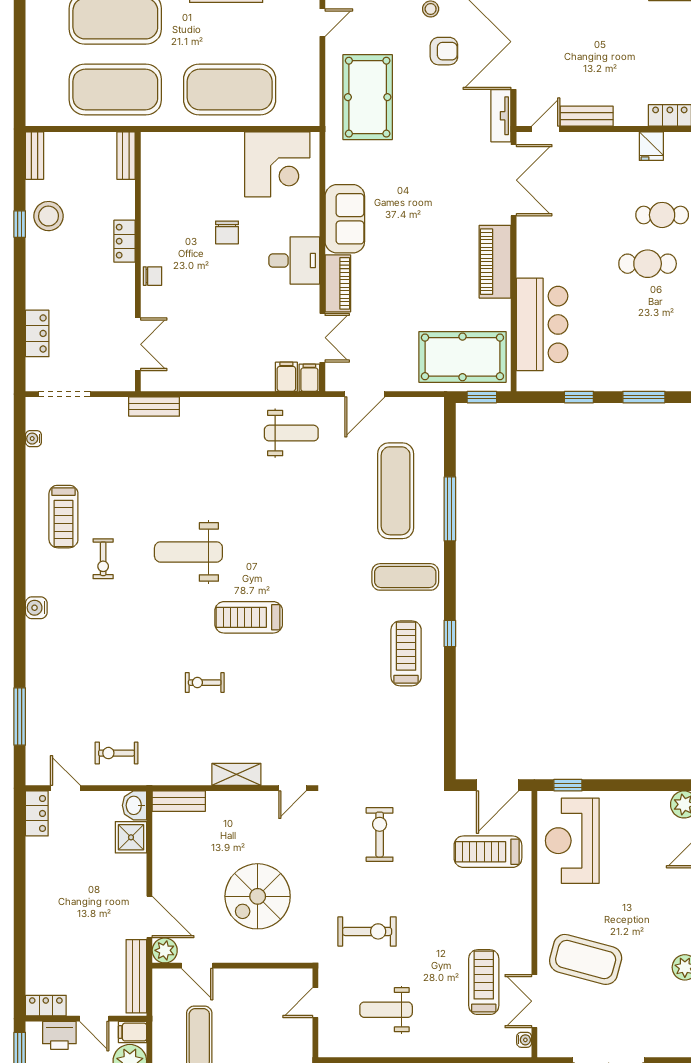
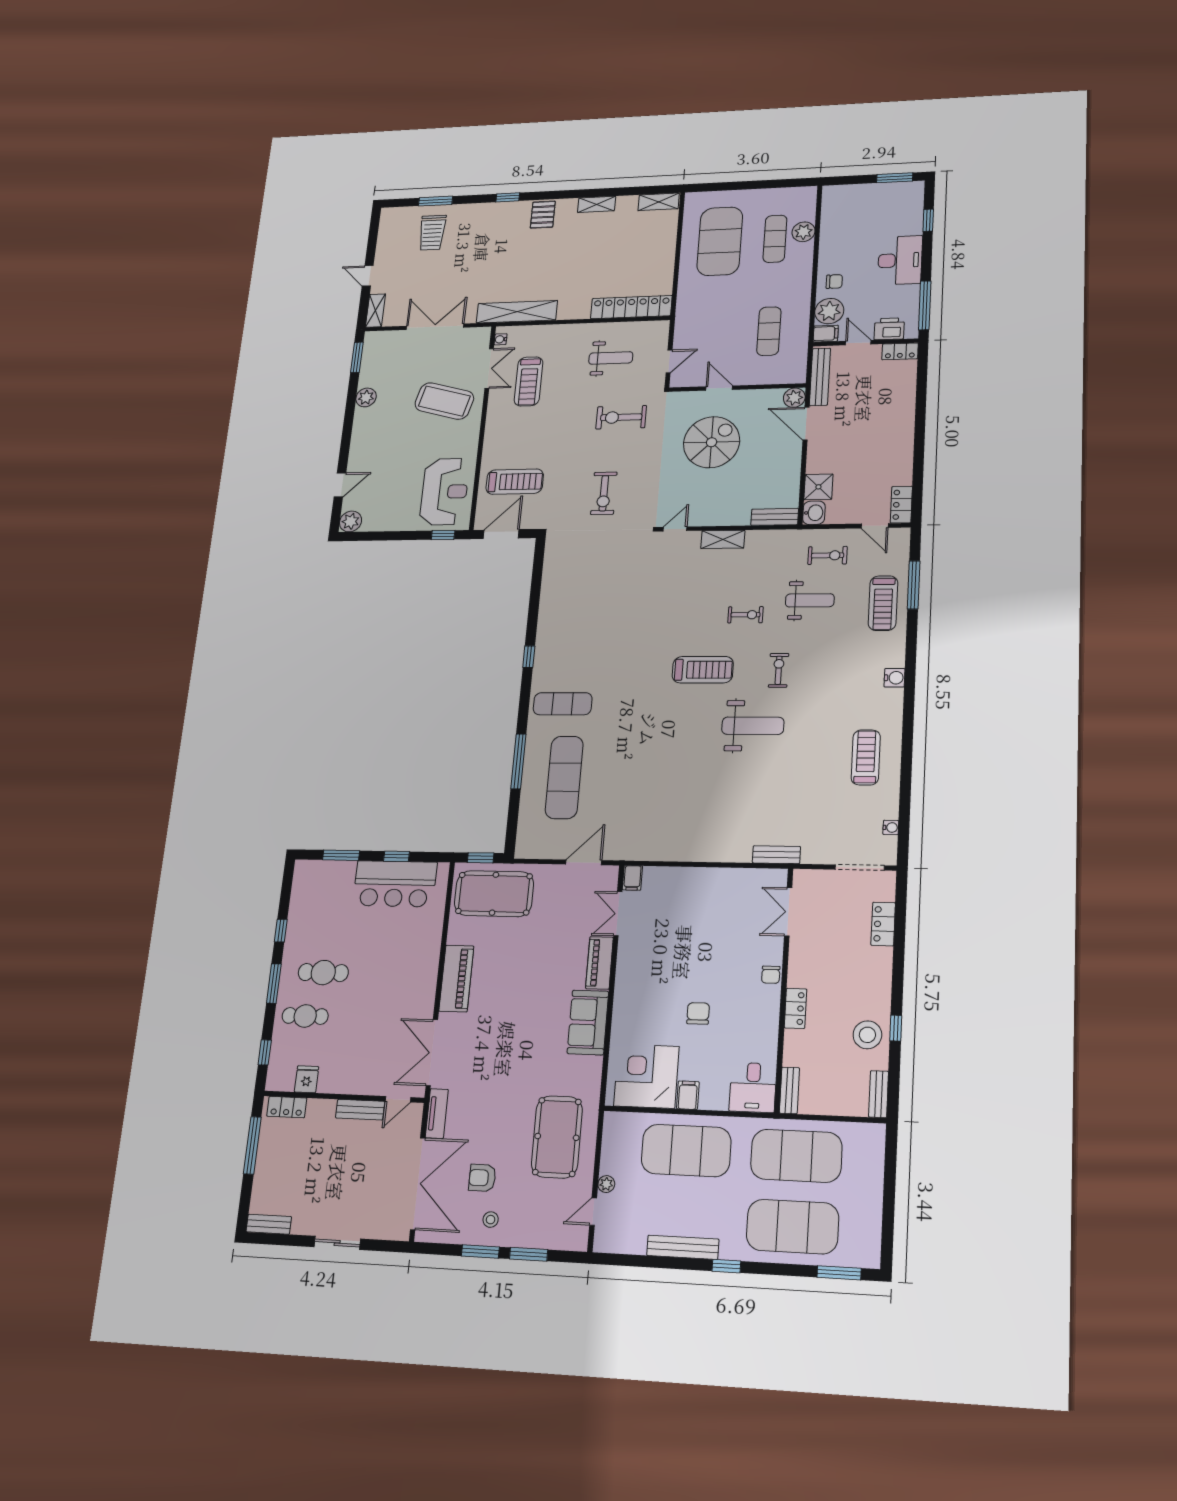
plant: (311, 51) -> (606, 1184), added
desk: (294, 260) -> (753, 1087), moved, turned -90
chair: (153, 276) -> (771, 975), turned -90
bar counter: (542, 324) -> (395, 884), moved, turned -90
filing cabinet: (286, 377) -> (688, 1095), moved, turned 180
weight bench: (291, 433) -> (810, 600), moved, turned 180
exercise bike: (103, 559) -> (779, 670), moved
treadmill: (406, 653) -> (883, 603), moved
door: (197, 966) -> (719, 388), moved

